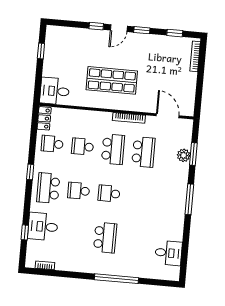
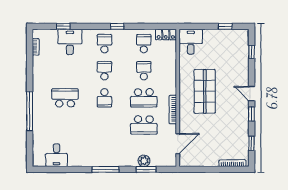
window: (96, 26) -> (252, 52), moved
school desk: (48, 188) -> (104, 44), width x0.54
school desk: (109, 193) -> (104, 98), turned 180
school desk: (105, 238) -> (65, 98), turned 180

